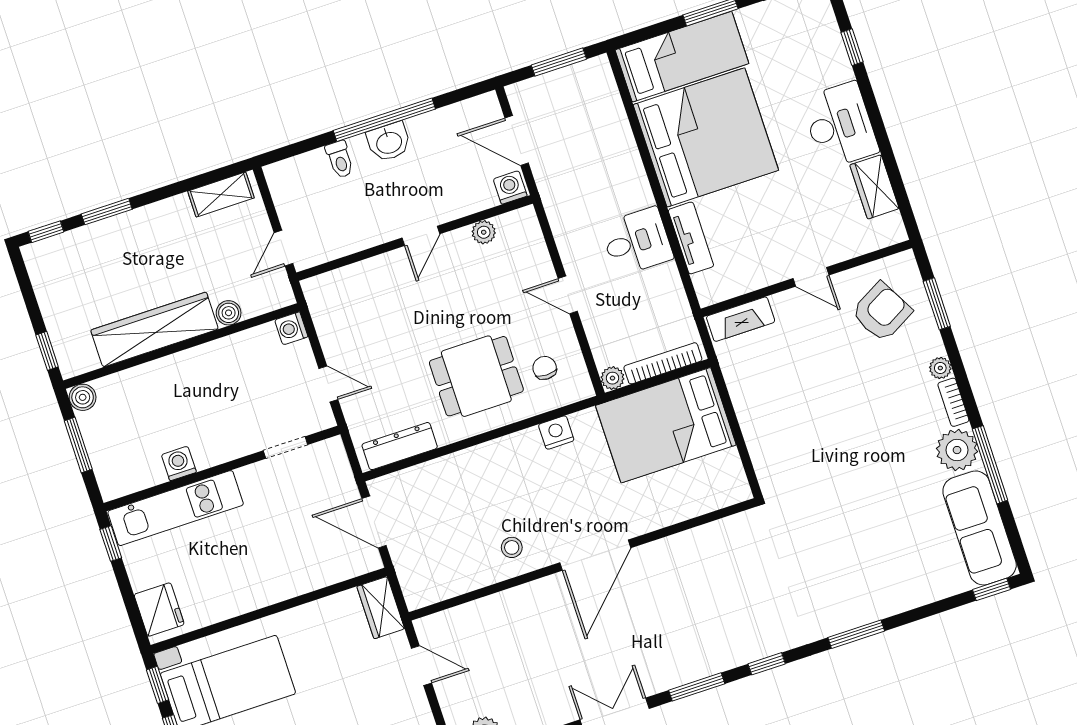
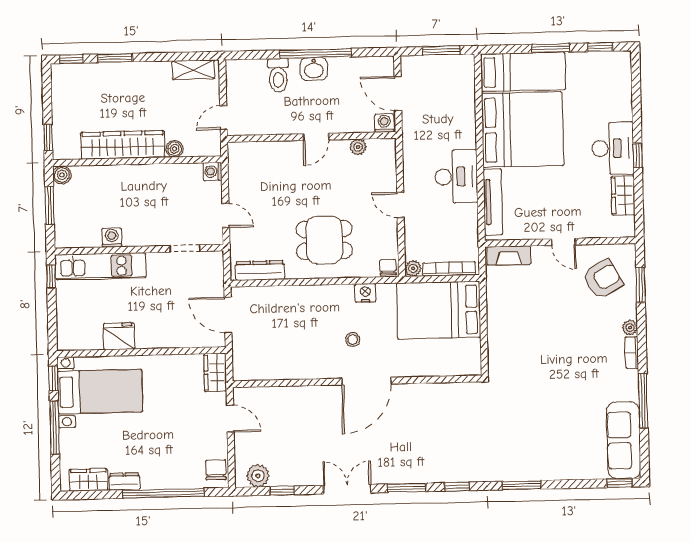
window: (852, 47) -> (638, 156), moved
toilet: (340, 159) -> (278, 75), width x1.37, depth x1.39
tv unit: (691, 238) -> (493, 202), width x1.41
desk: (637, 241) -> (456, 177), width x1.37
chair: (545, 368) -> (388, 267), moved
plant: (957, 450) -> (624, 385), removed
stool: (512, 547) -> (353, 339), moved
fridge: (159, 609) -> (119, 336), moved, turned -90

